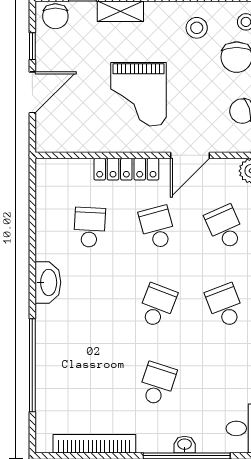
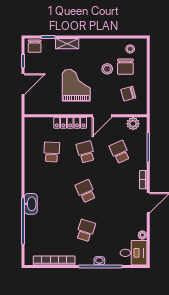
stool: (197, 28) -> (107, 69), moved
grand piano: (138, 94) -> (76, 85), turned 180
washbasin: (48, 282) -> (31, 204), moved
school desk: (157, 306) -> (86, 191), turned -45
school desk: (225, 306) -> (120, 191), removed

